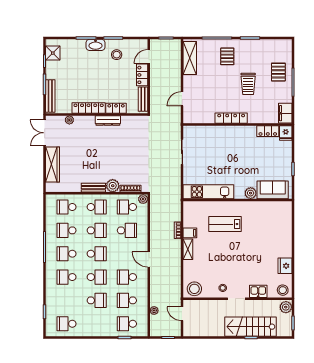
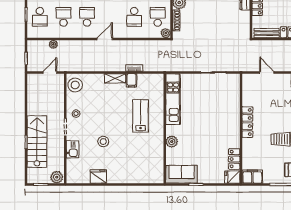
sofa: (273, 190) -> (182, 174), moved, turned -90
stool: (283, 290) -> (103, 142), moved
school desk: (127, 324) -> (40, 17), turned 180

